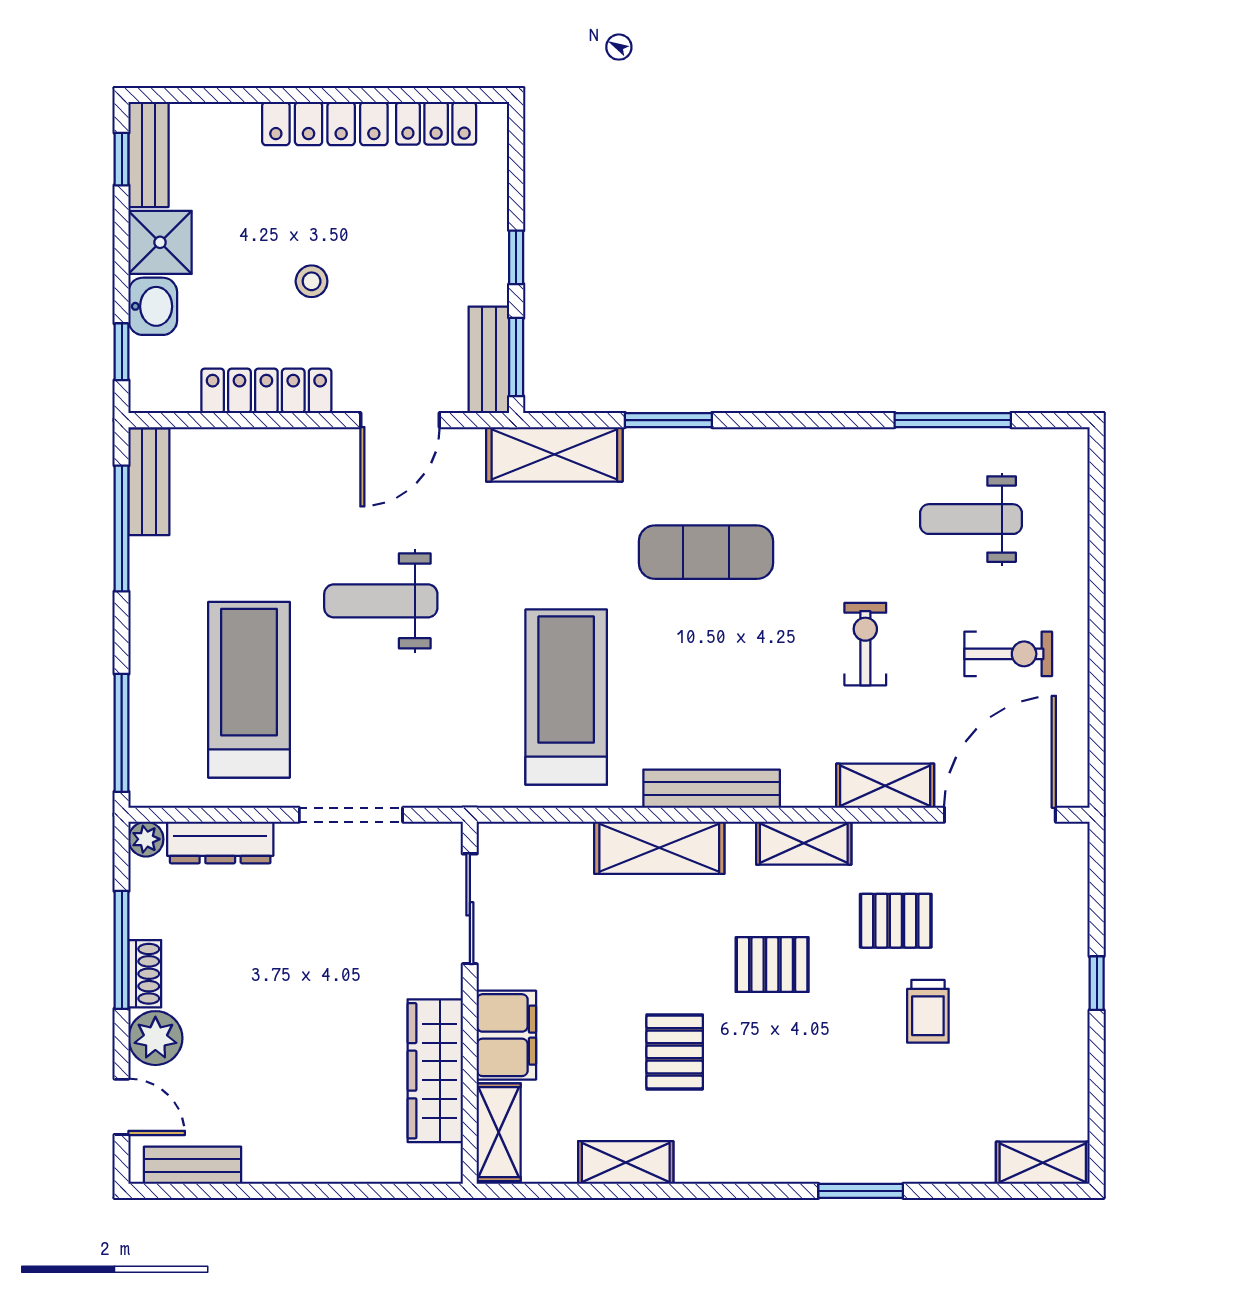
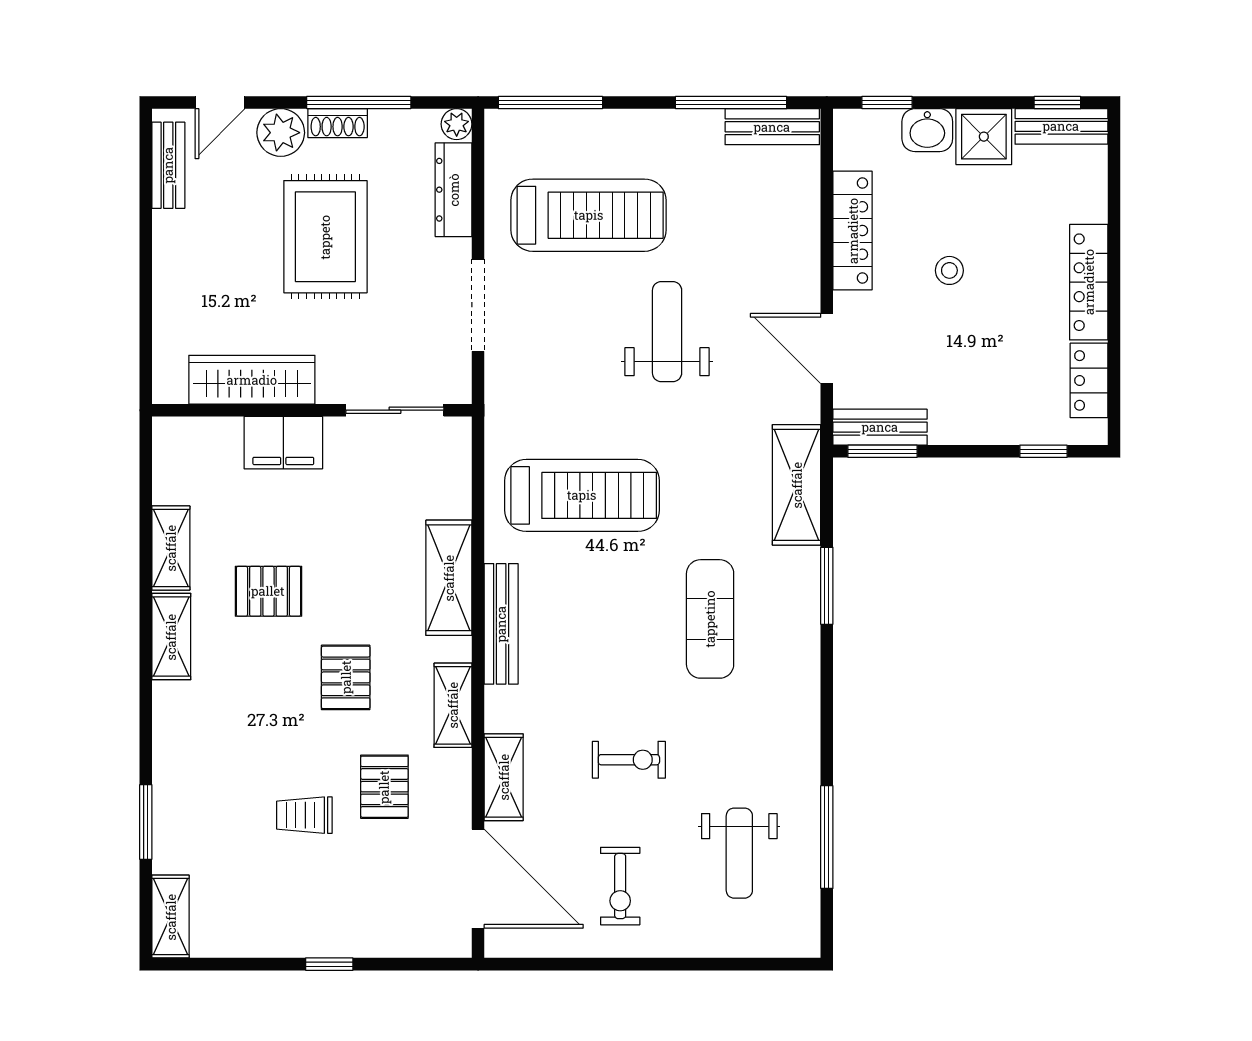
window: (516, 257) -> (1043, 451), moved
weight bench: (971, 519) -> (739, 853), turned 180
rug: (273, 987) -> (325, 237), added
shelving: (499, 1132) -> (171, 637), moved, turned 90
window: (861, 1191) -> (146, 822), moved

